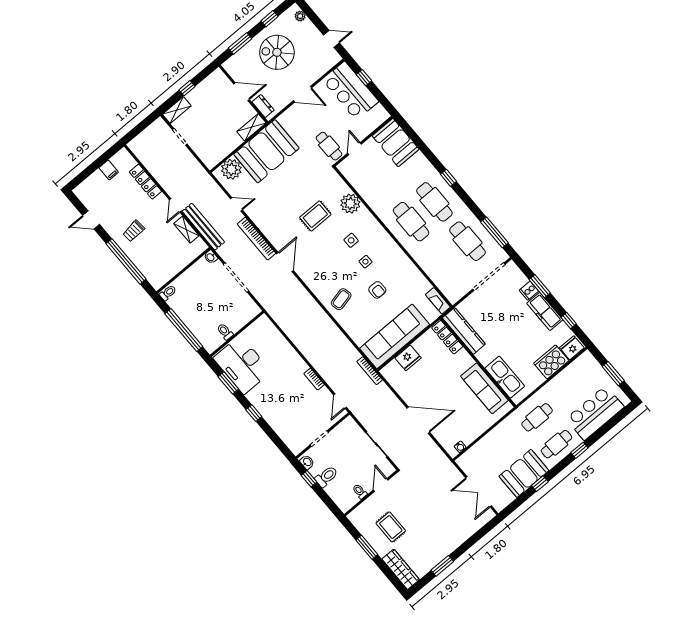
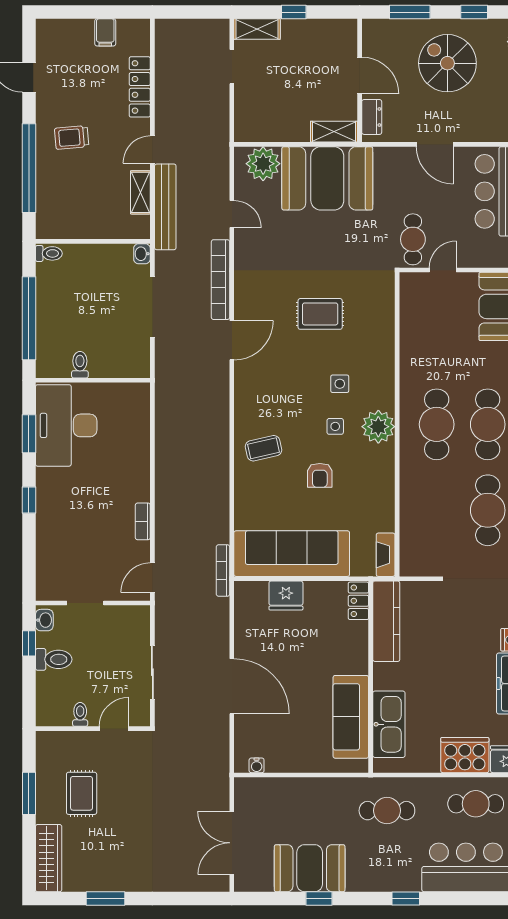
plant: (350, 204) -> (378, 427), moved
locker: (447, 337) -> (358, 601), width x0.66
cafe table: (556, 444) -> (476, 804), moved

